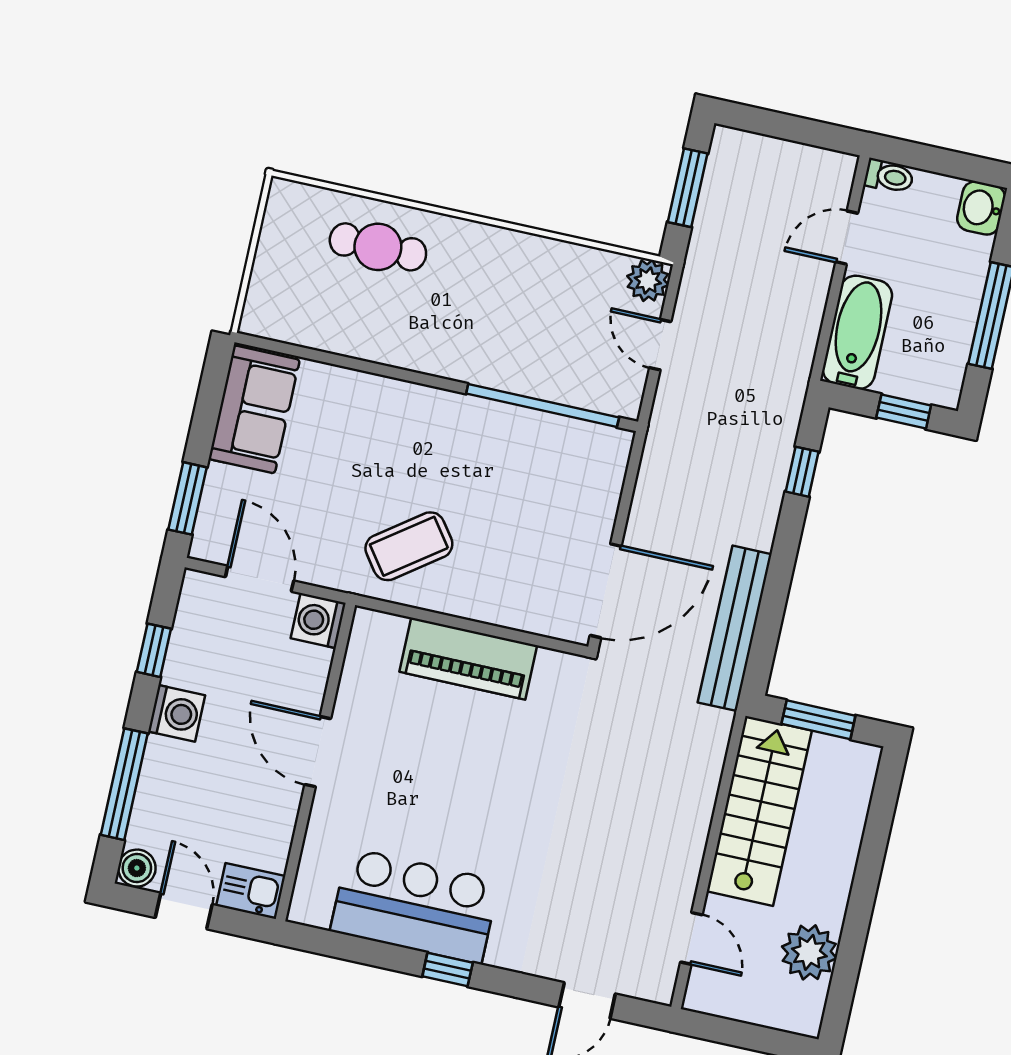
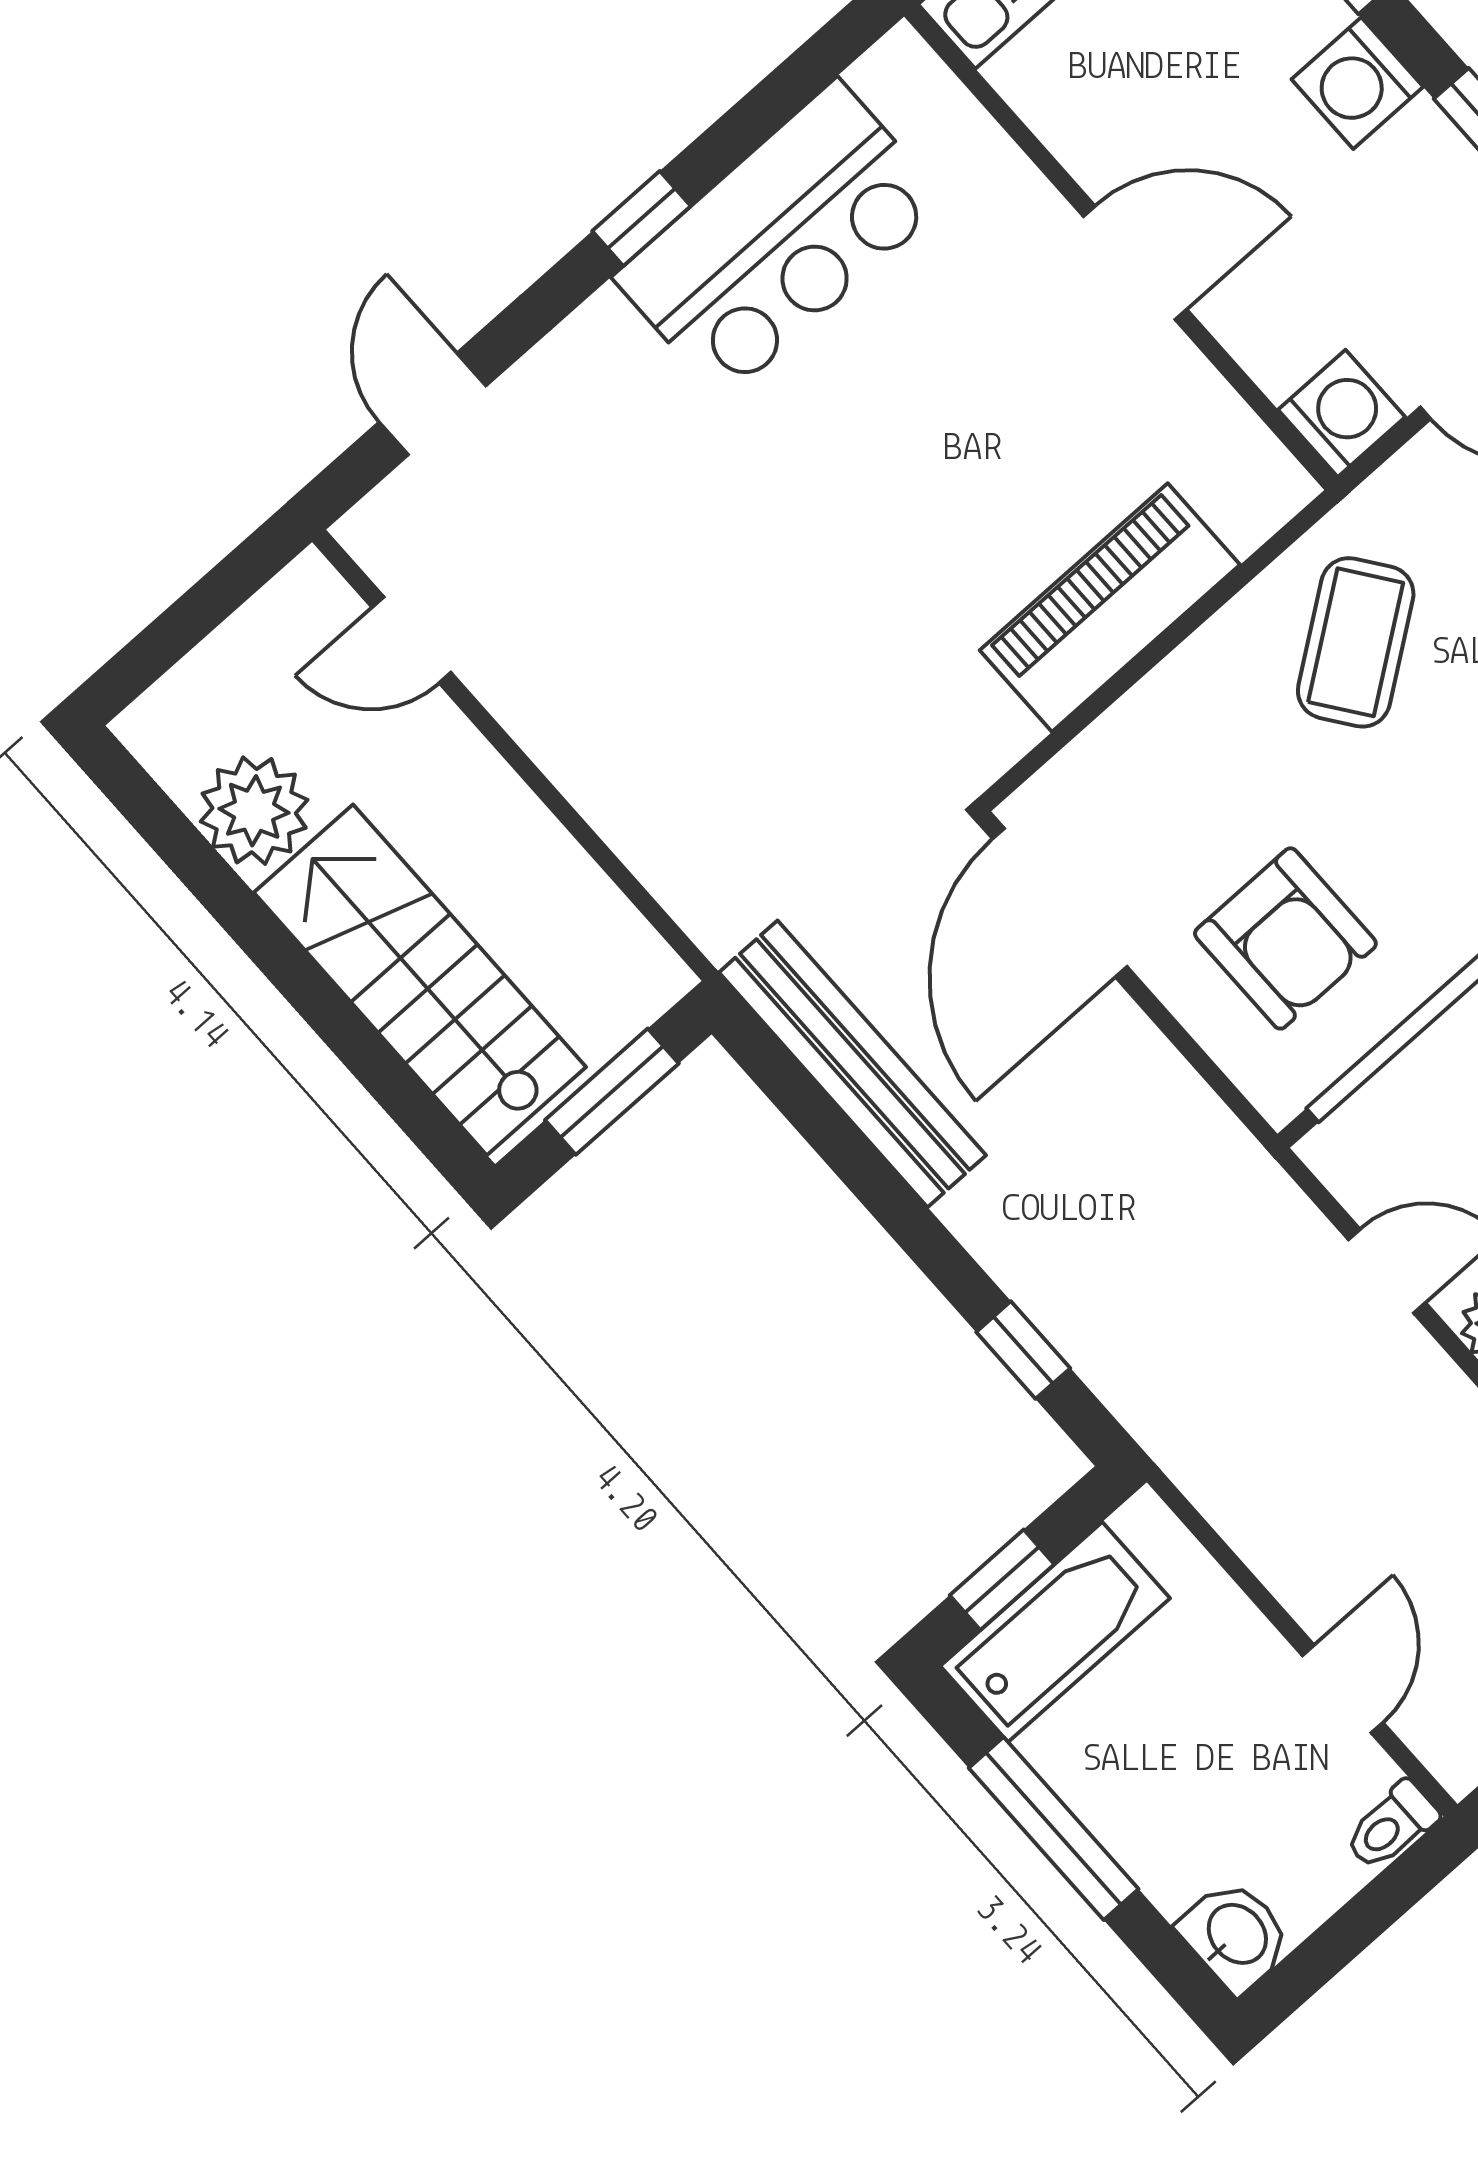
bathtub: (857, 332) -> (1055, 1632), moved, turned -90
armchair: (553, 486) -> (1285, 938), added
stairs: (759, 811) -> (420, 980), moved, turned 180

